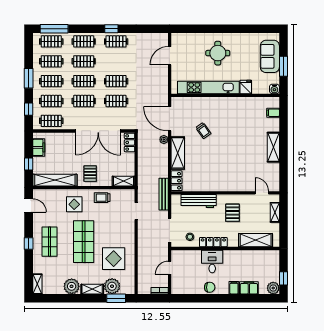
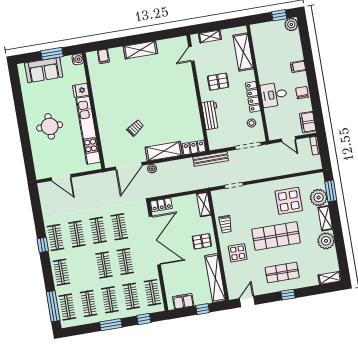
clothes rail: (84, 61) -> (77, 234), moved
workbench: (199, 201) -> (211, 115), width x0.73
filing cabinet: (249, 288) -> (308, 122), moved

